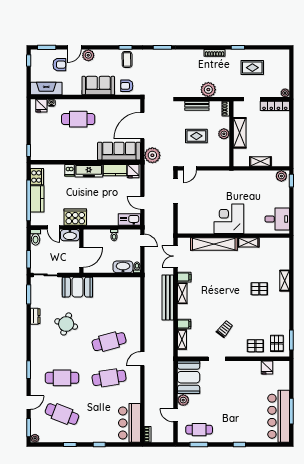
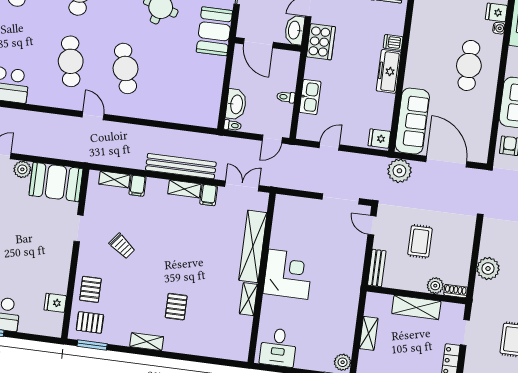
bench: (197, 106) -> (377, 268), moved
plant: (224, 134) -> (435, 286), moved
kitchen counter: (115, 170) -> (384, 111), removed
kitchen sink: (129, 219) -> (310, 97), moved
shelving: (285, 281) -> (147, 342), moved

